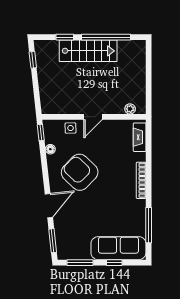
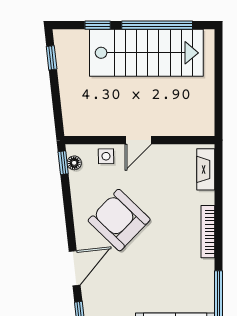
stairs: (88, 51) -> (146, 53), width x1.36, depth x1.51
plant: (130, 109) -> (192, 129), removed
floor lamp: (50, 149) -> (74, 163), moved

